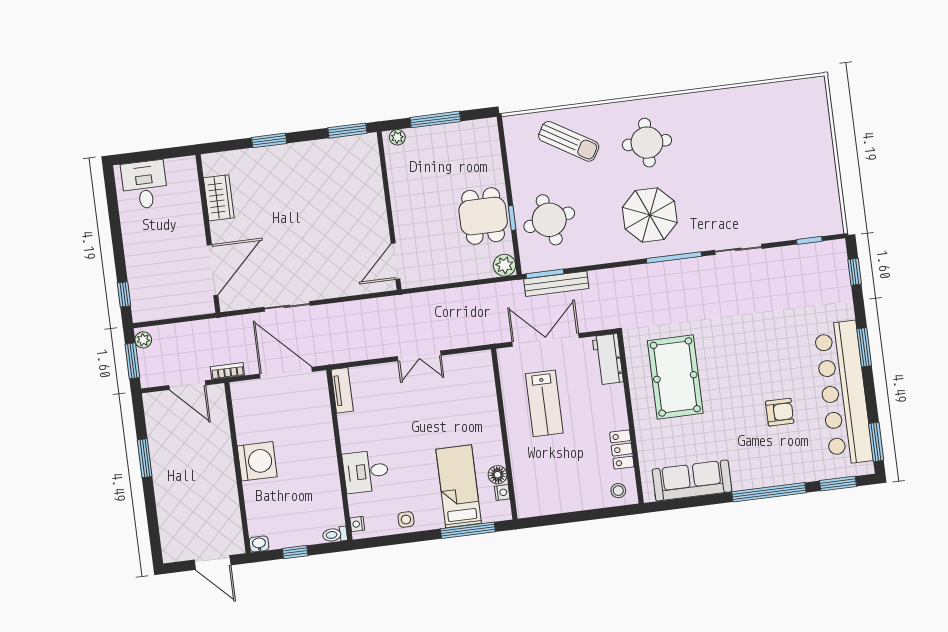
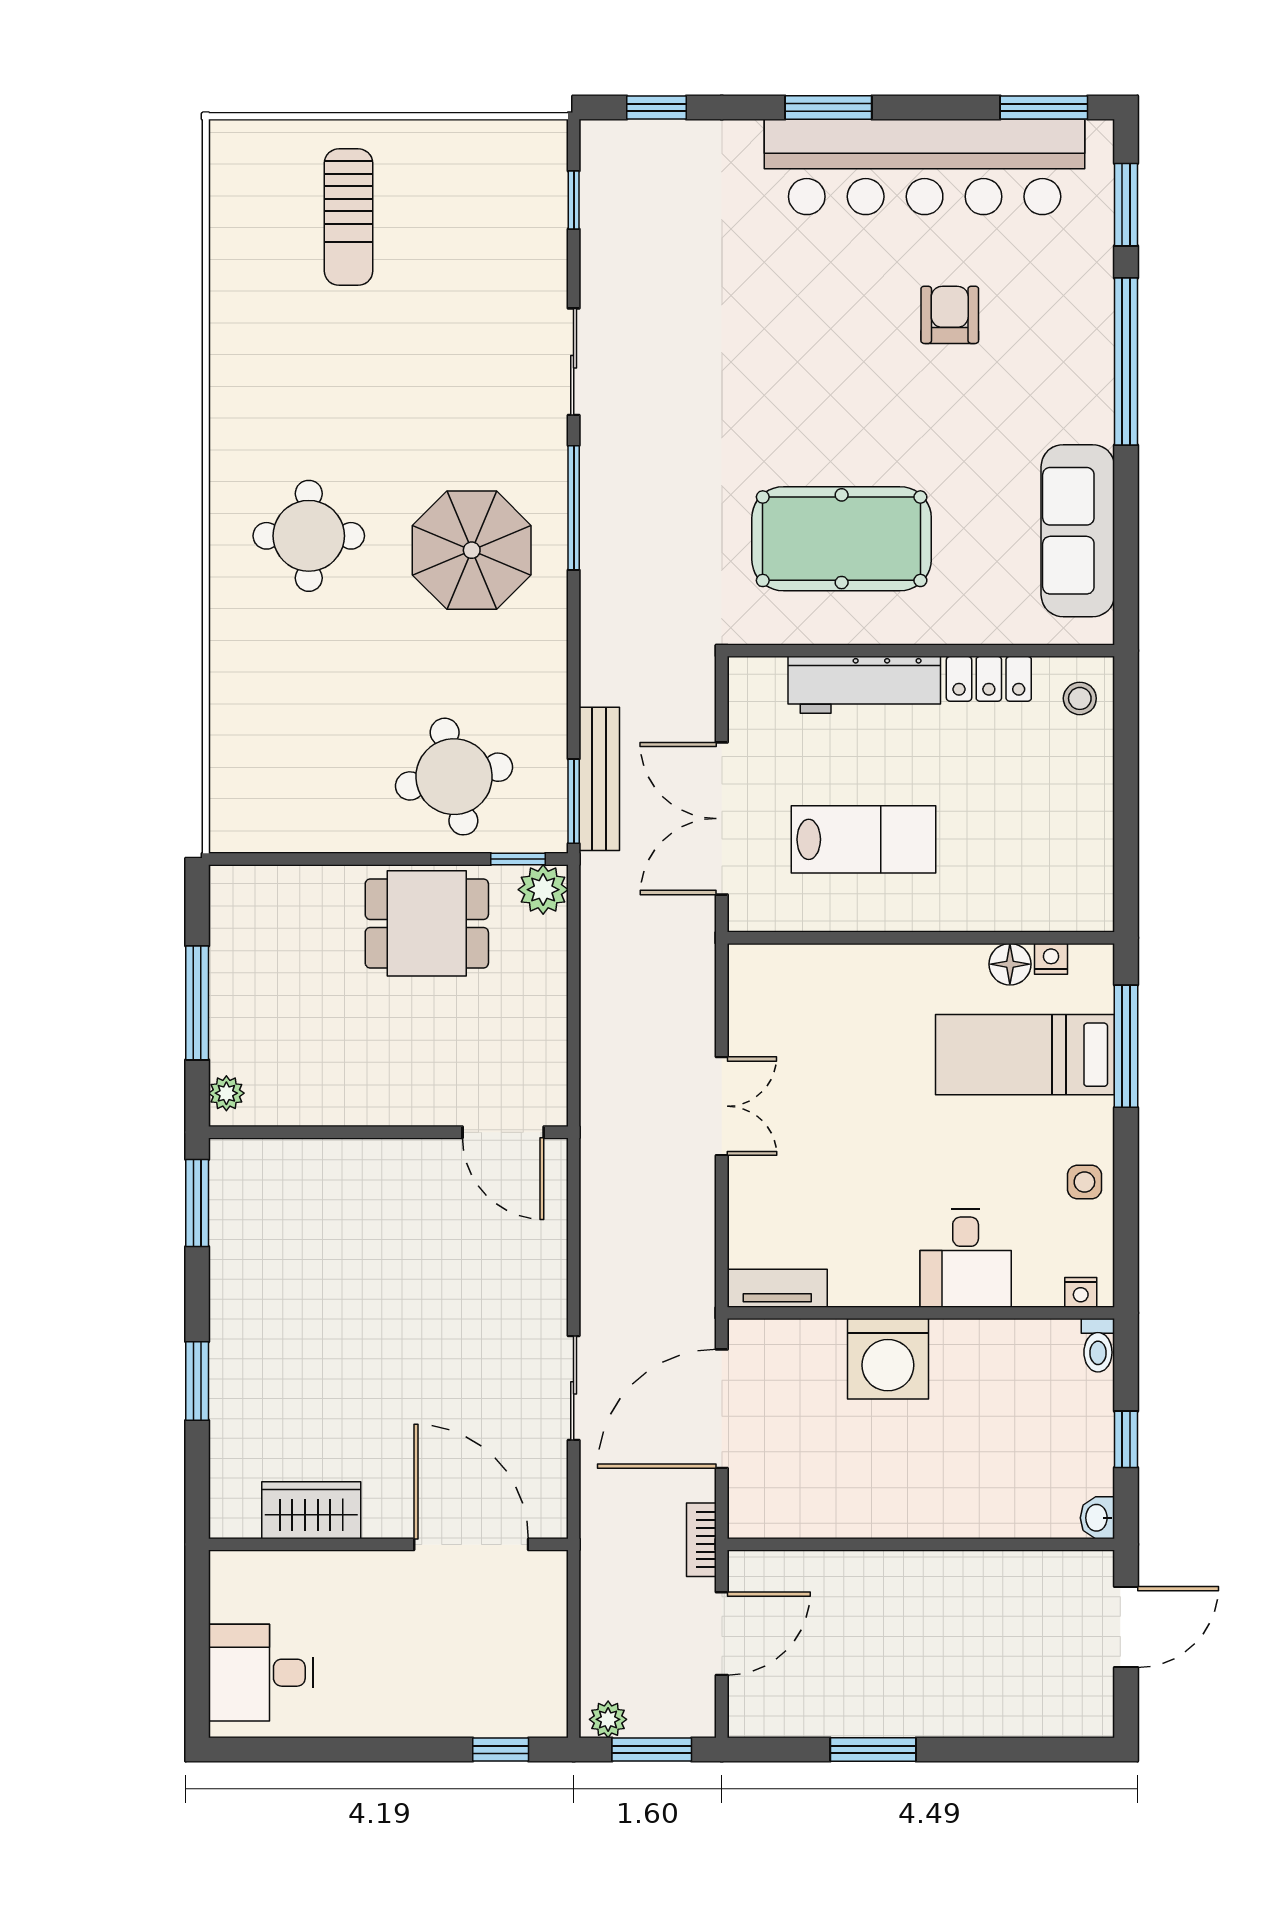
sun lounger: (569, 141) -> (349, 217), moved, turned 149
window: (512, 218) -> (518, 859), moved
workbench: (608, 359) -> (864, 685), moved, width x1.38
washing machine: (257, 461) -> (888, 1359), moved, turned 180

